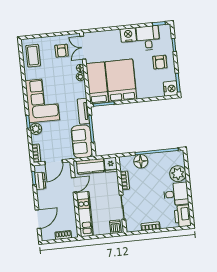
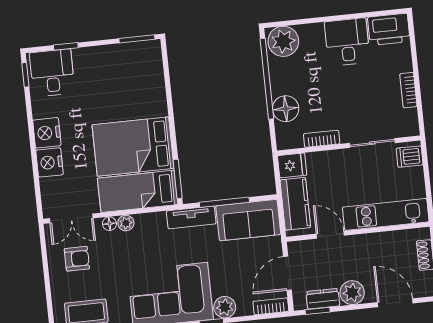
desk: (148, 38) -> (52, 73), moved, turned 90
armchair: (160, 62) -> (98, 73), removed
nightstand: (171, 89) -> (50, 162), moved, turned -90
door: (54, 162) -> (287, 273), swing flipped
plant: (178, 174) -> (283, 41), moved
plant: (43, 196) -> (352, 293), added

